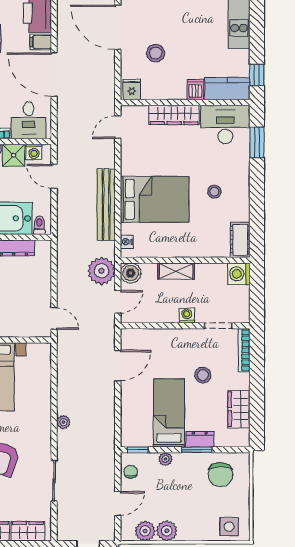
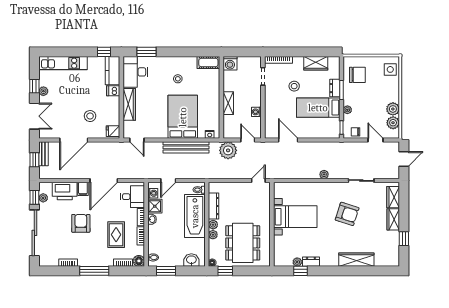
boiler: (131, 273) -> (229, 132), removed
washing machine: (187, 316) -> (256, 112), moved

